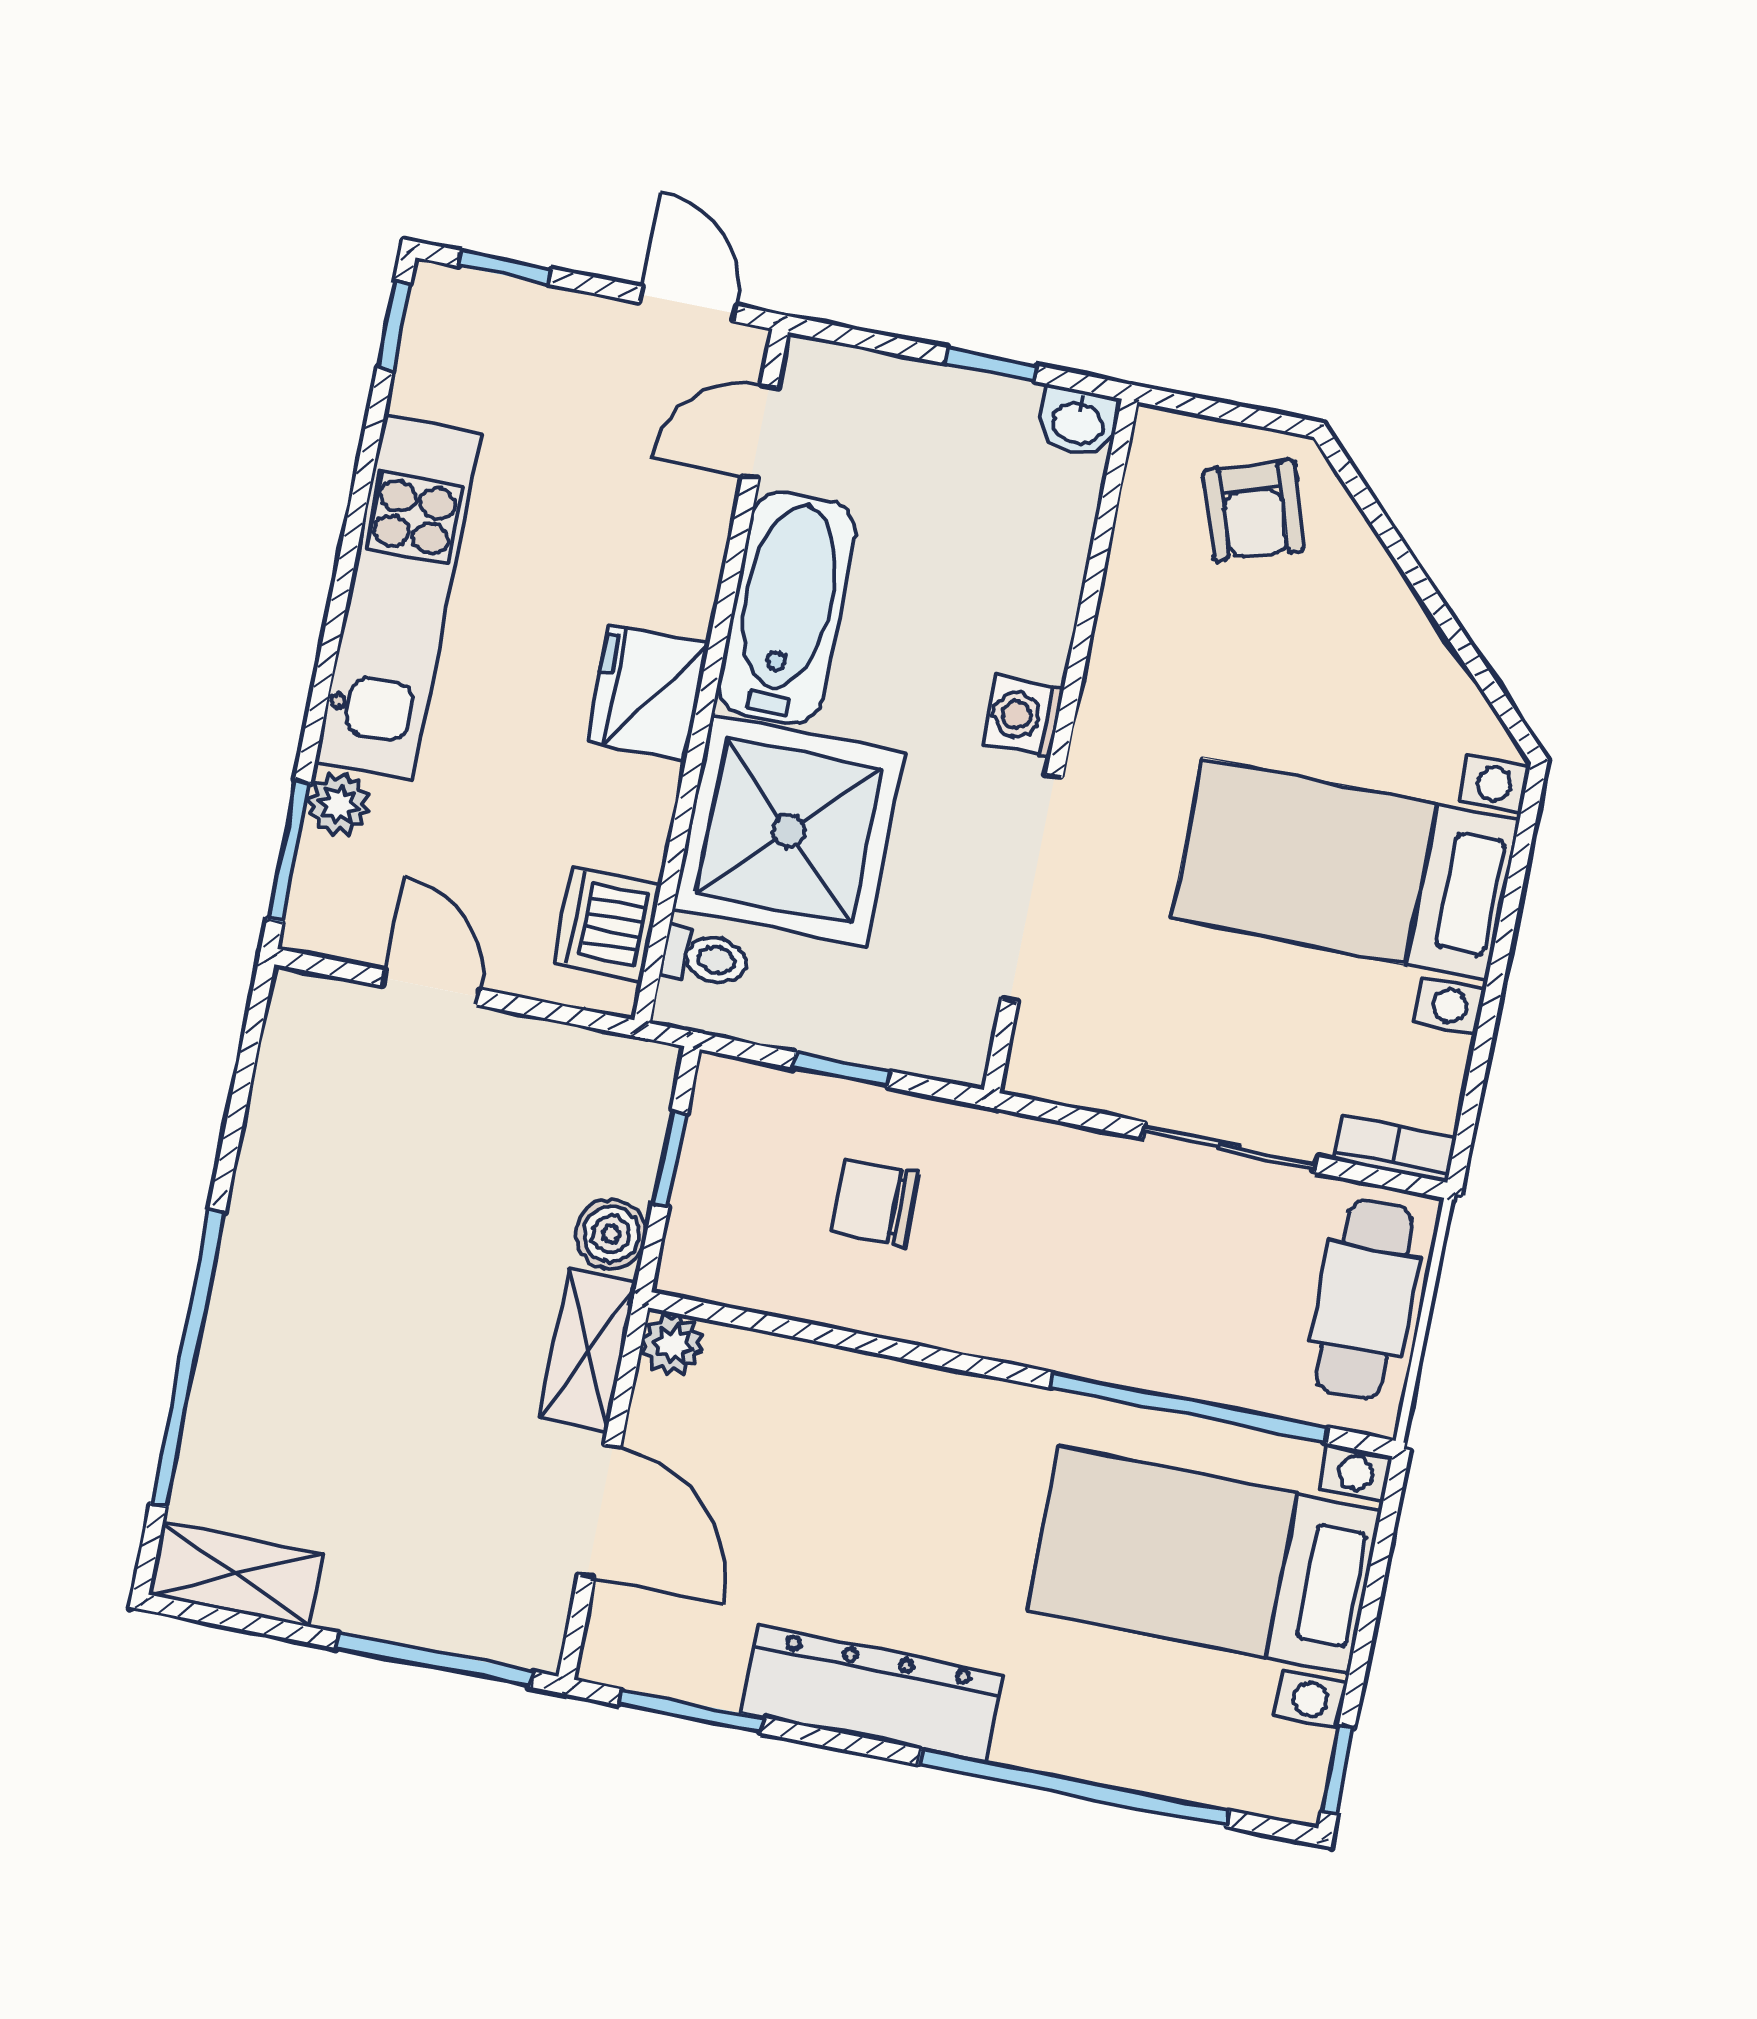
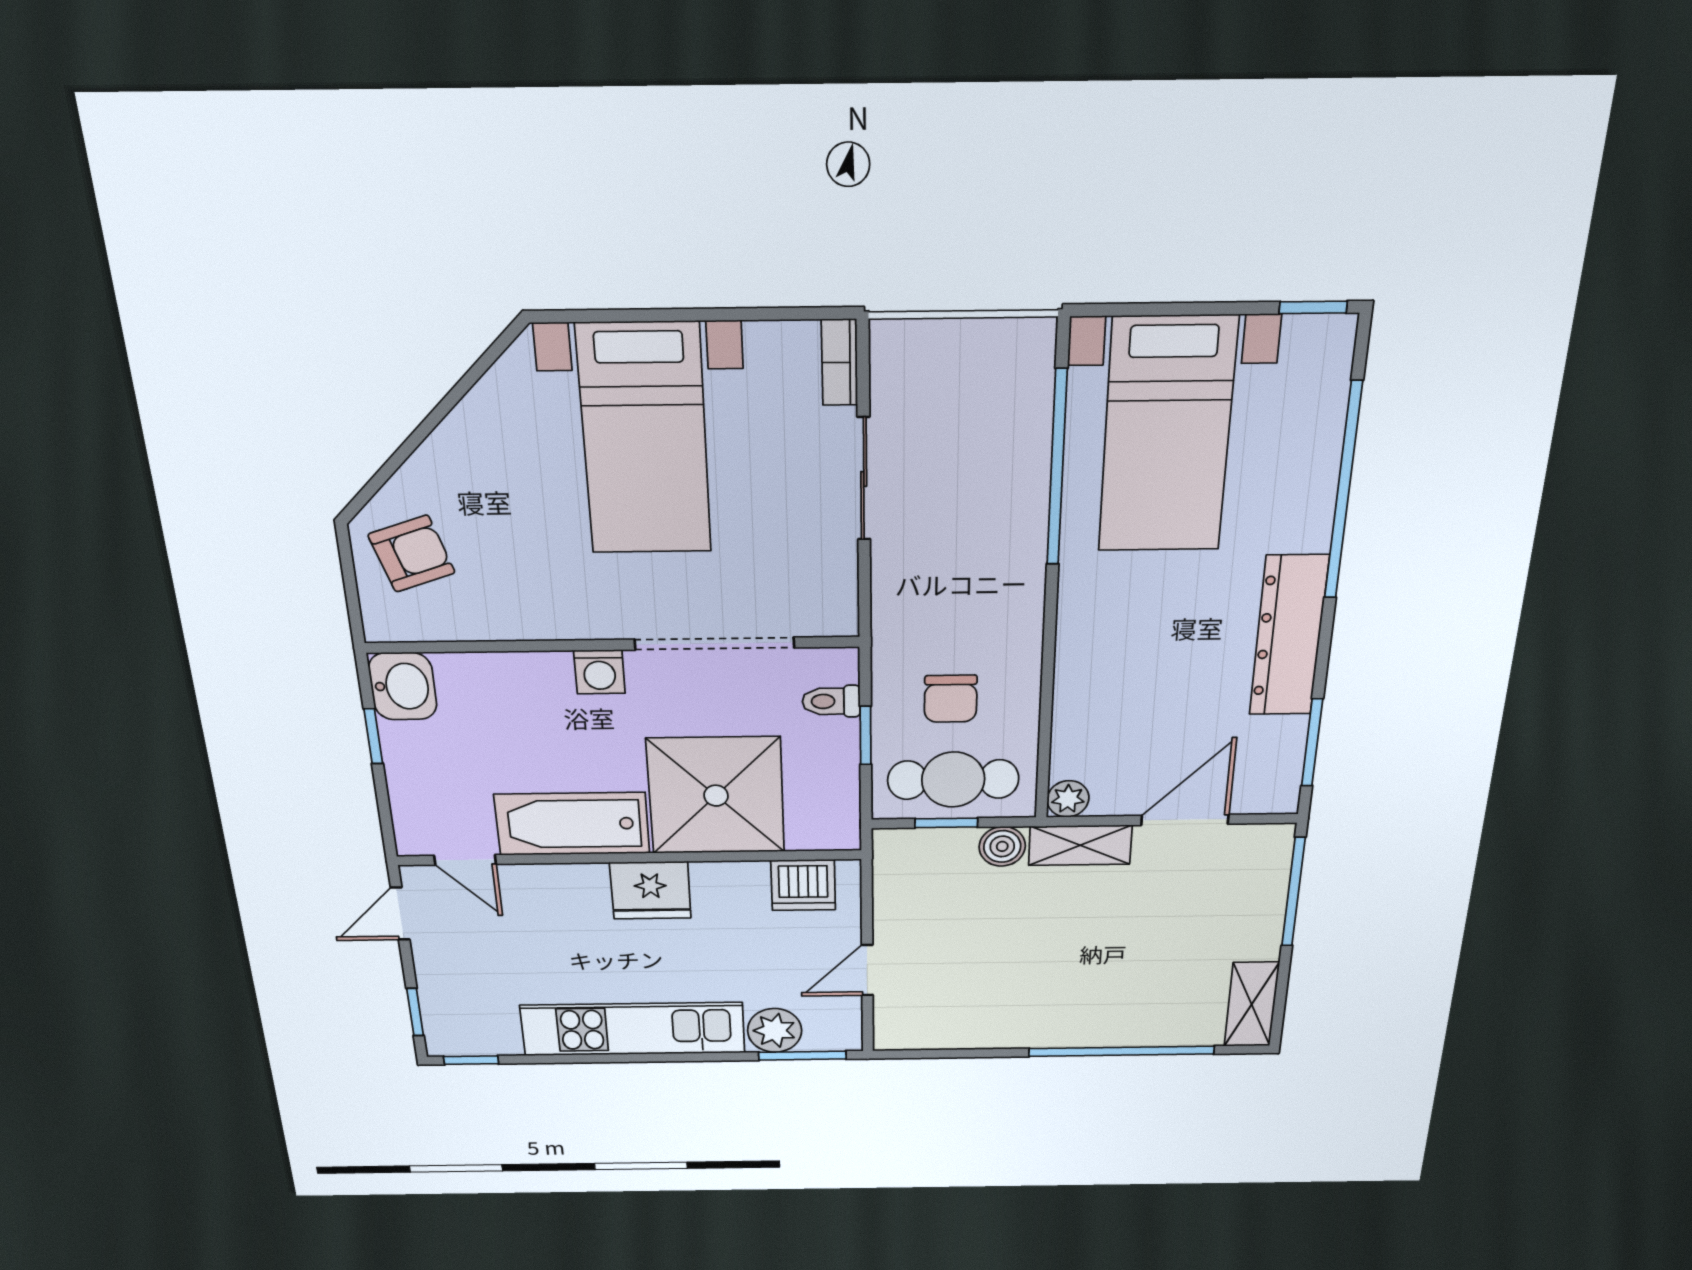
washbasin: (1078, 422) -> (403, 686), width x1.38, depth x1.45
plant: (338, 805) -> (775, 1030), width x1.38, depth x1.38
toilet: (705, 958) -> (831, 701), moved, turned -90
cafe table: (1365, 1299) -> (953, 780), moved

